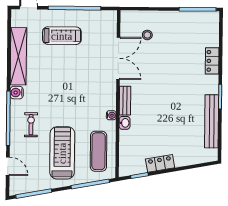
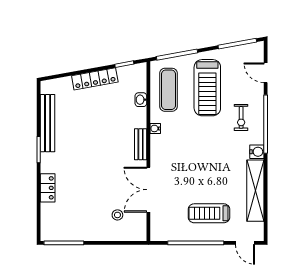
washbasin: (125, 123) -> (141, 100), moved
locker: (160, 163) -> (95, 79), width x1.53

